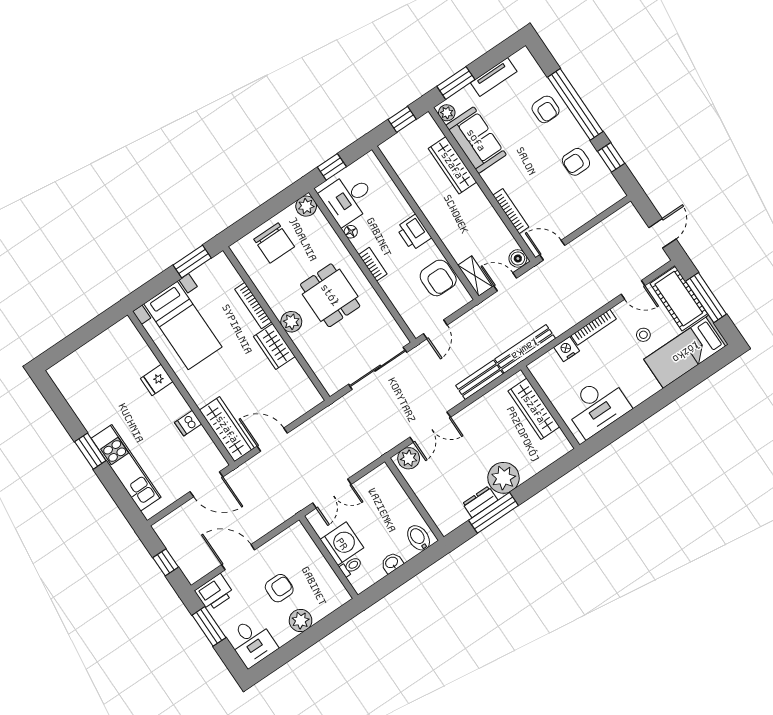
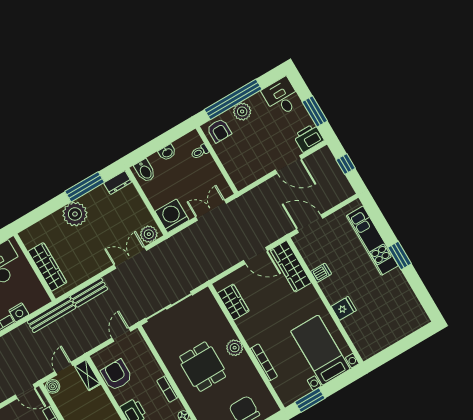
door: (505, 282) -> (64, 368), swing flipped
wardrobe: (274, 346) -> (233, 302), moved
dresser: (480, 502) -> (118, 183), moved
washing machine: (342, 544) -> (172, 216), moved, turned 90
armchair: (279, 588) -> (219, 131), moved, turned -90
window: (313, 635) -> (233, 99), added

